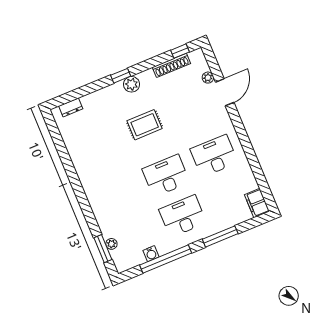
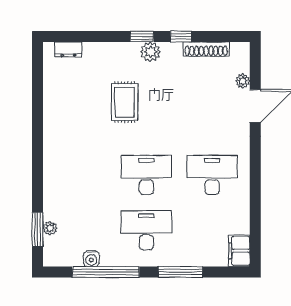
window: (180, 51) -> (181, 36), moved
rug: (145, 125) -> (125, 102), moved, turned 90

